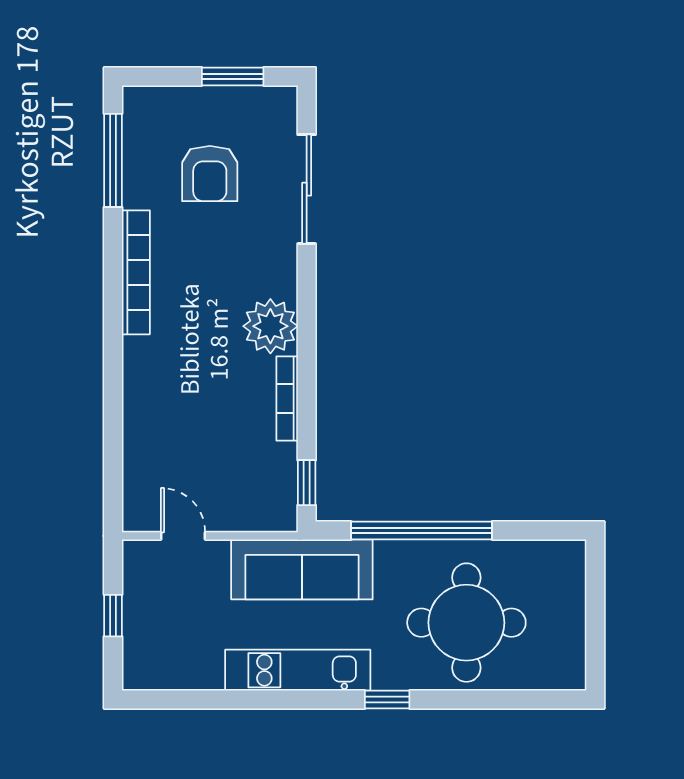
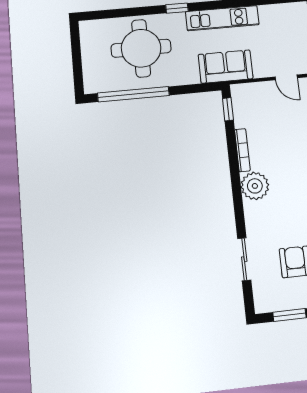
sliding door: (307, 189) -> (244, 259), width x0.73
window: (422, 531) -> (133, 94), moved
sofa: (302, 569) -> (226, 67), width x0.73

